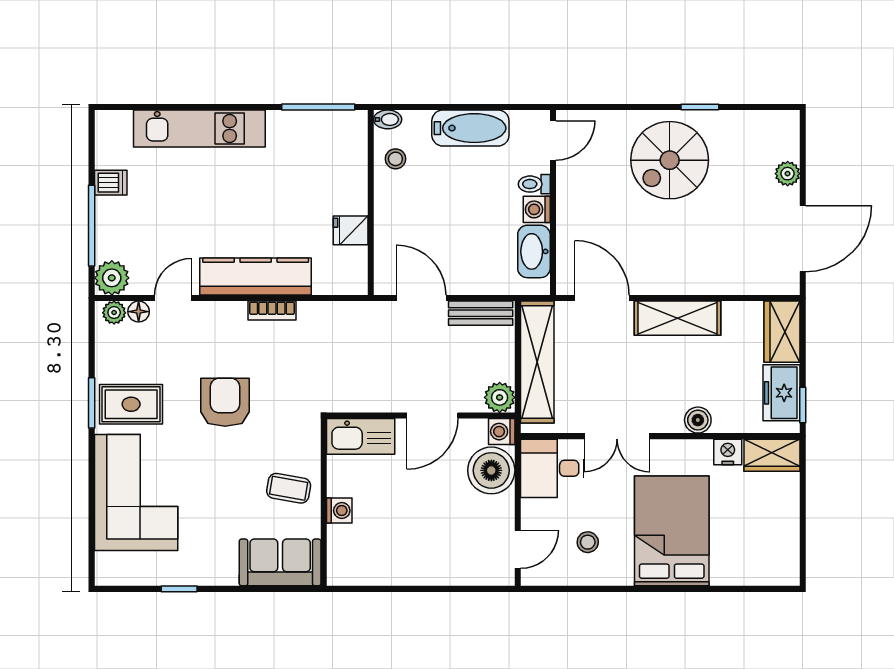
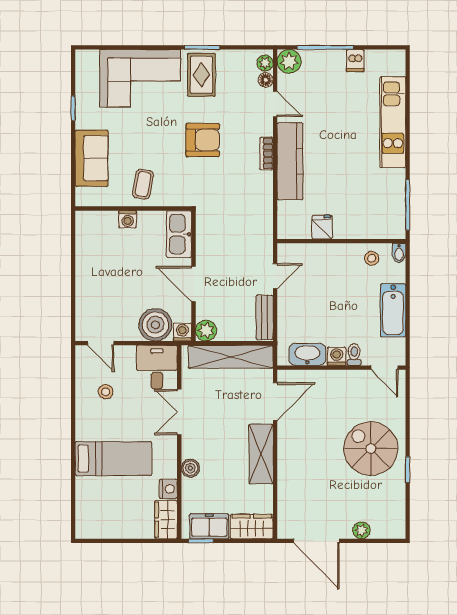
door: (421, 298) -> (275, 276), width x0.73
bookcase: (272, 310) -> (266, 154), moved
bed: (672, 531) -> (113, 459), width x0.67
sofa: (280, 562) -> (92, 158), moved

